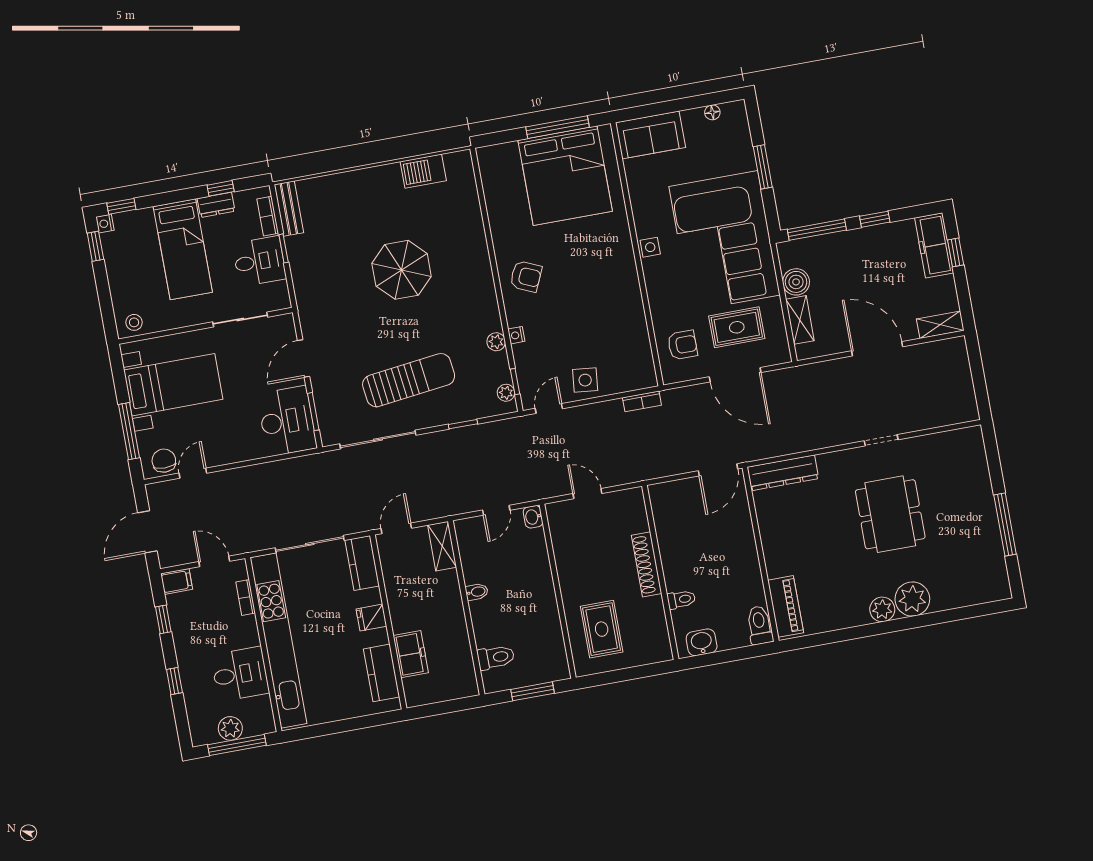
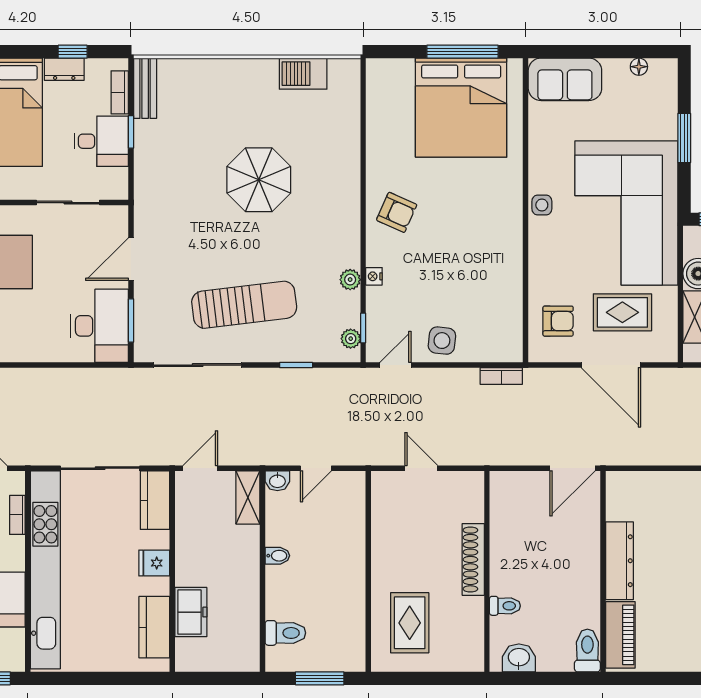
dresser: (783, 473) -> (619, 561), moved, turned -90
washbasin: (533, 517) -> (277, 481), moved, turned -90

